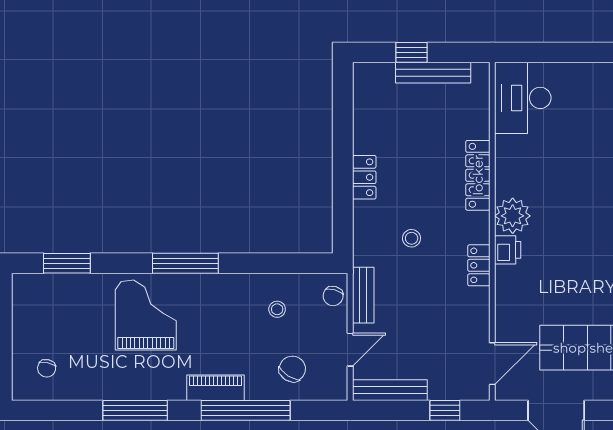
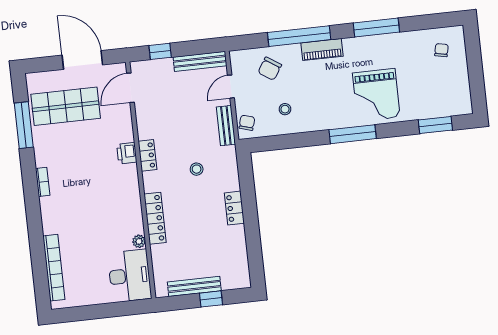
plant: (513, 216) -> (139, 241), moved, width x0.53, depth x0.53
printer: (508, 250) -> (127, 153), moved

